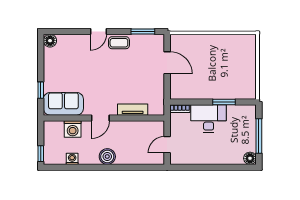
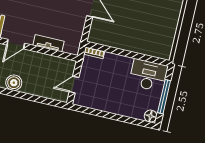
window: (224, 102) -> (138, 56), removed
desk: (209, 119) -> (148, 75), moved

